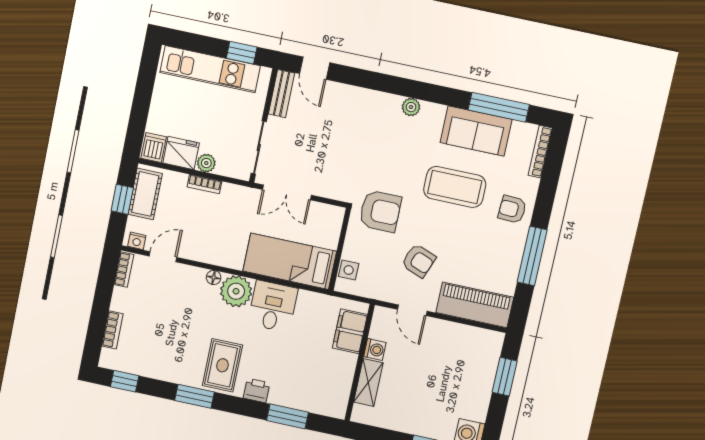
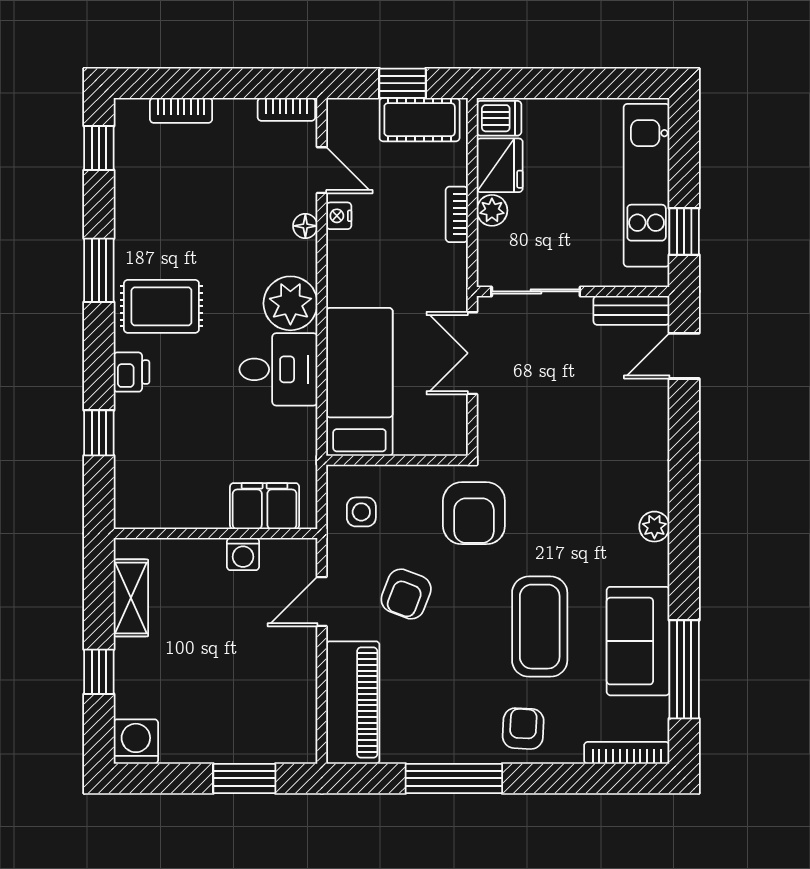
nightstand: (137, 241) -> (339, 216), moved
side table: (349, 270) -> (361, 512), moved
floor lamp: (214, 278) -> (305, 226), moved
shelving: (368, 382) -> (131, 598), moved, turned 90
window: (287, 416) -> (99, 433), width x0.67

